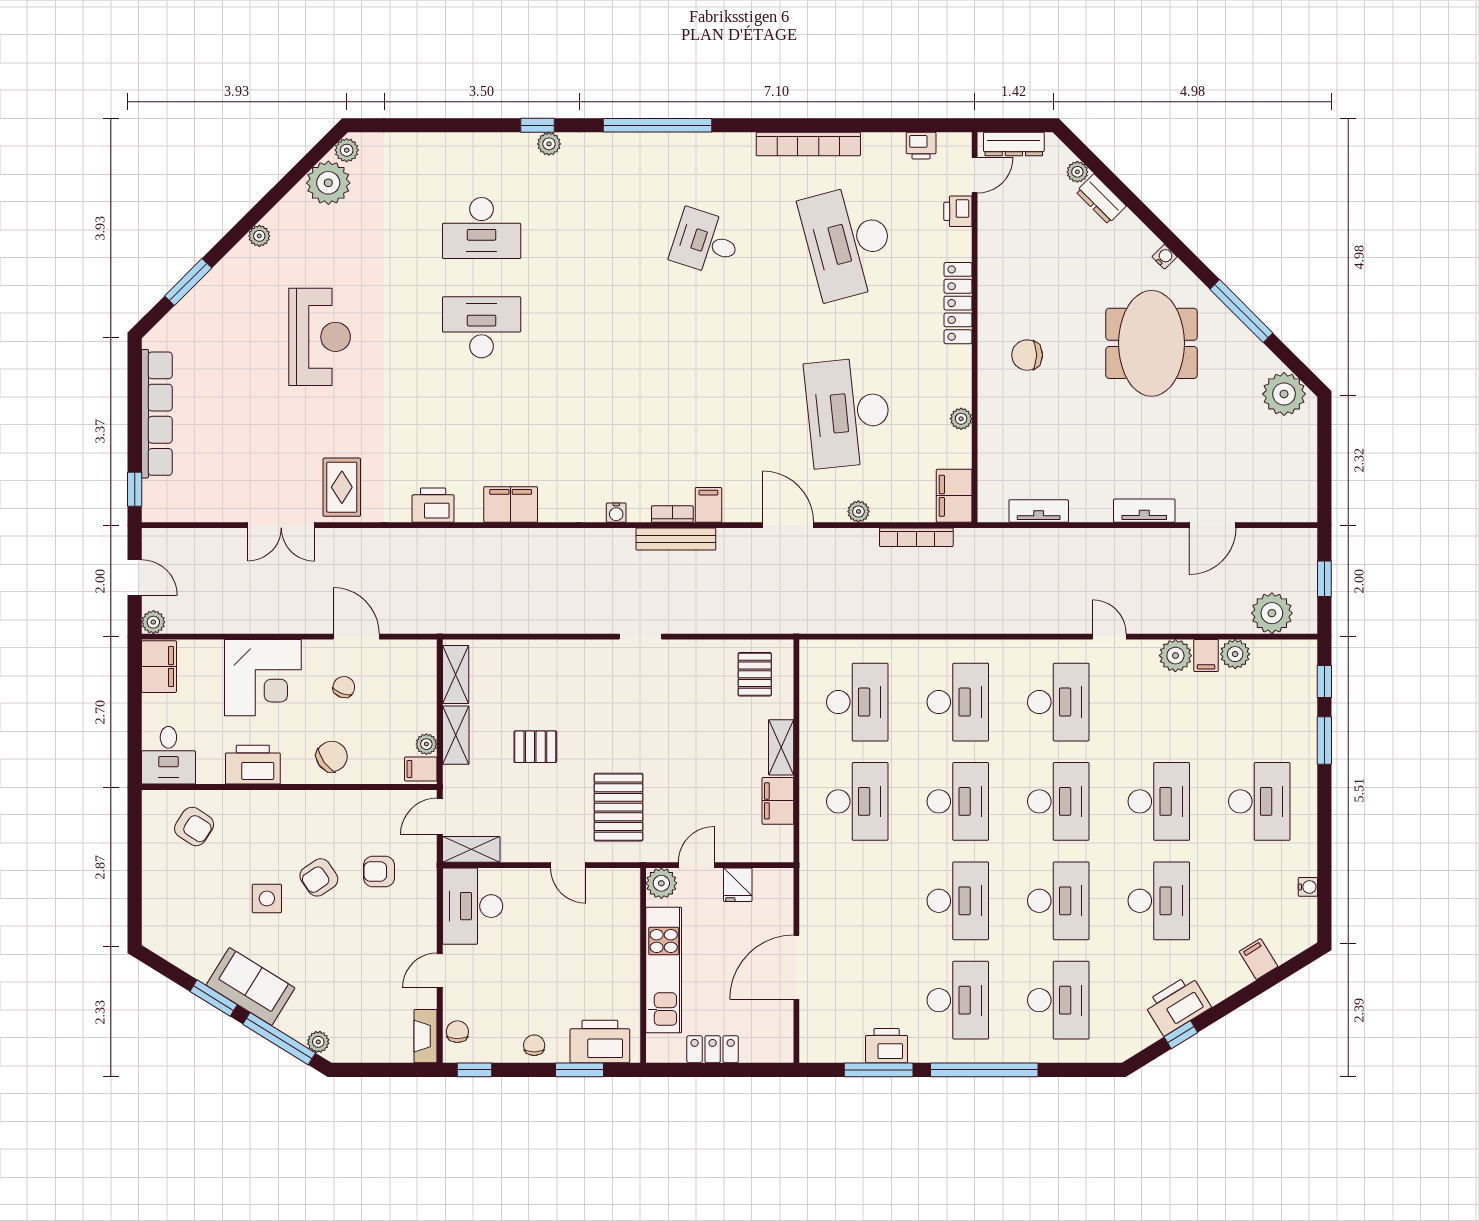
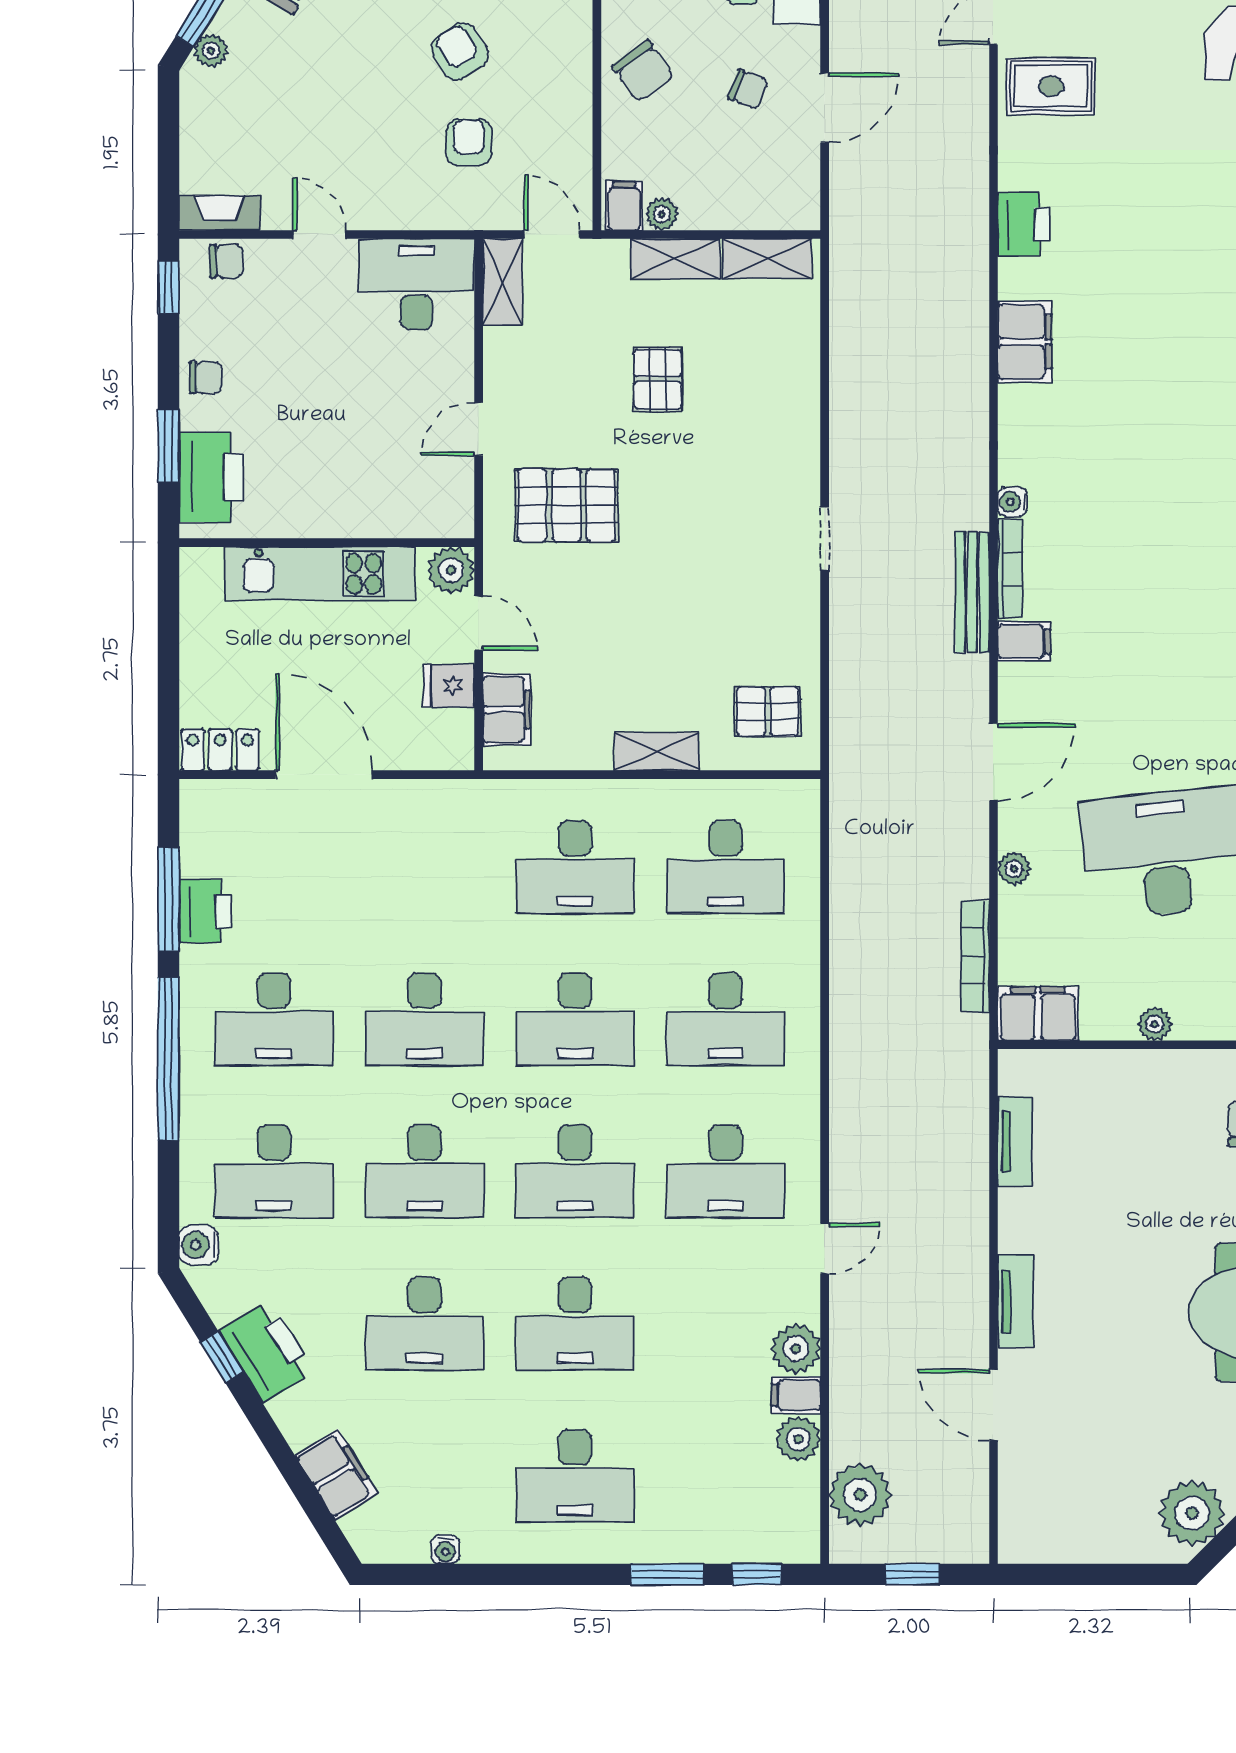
bookcase: (672, 514) -> (1010, 569), width x1.56
filing cabinet: (778, 801) -> (507, 709), moved, turned 90
filing cabinet: (1258, 959) -> (336, 1474), width x2.00
locker: (713, 1049) -> (220, 750), moved, turned -90
water cooler: (1107, 1050) -> (199, 1245), added

